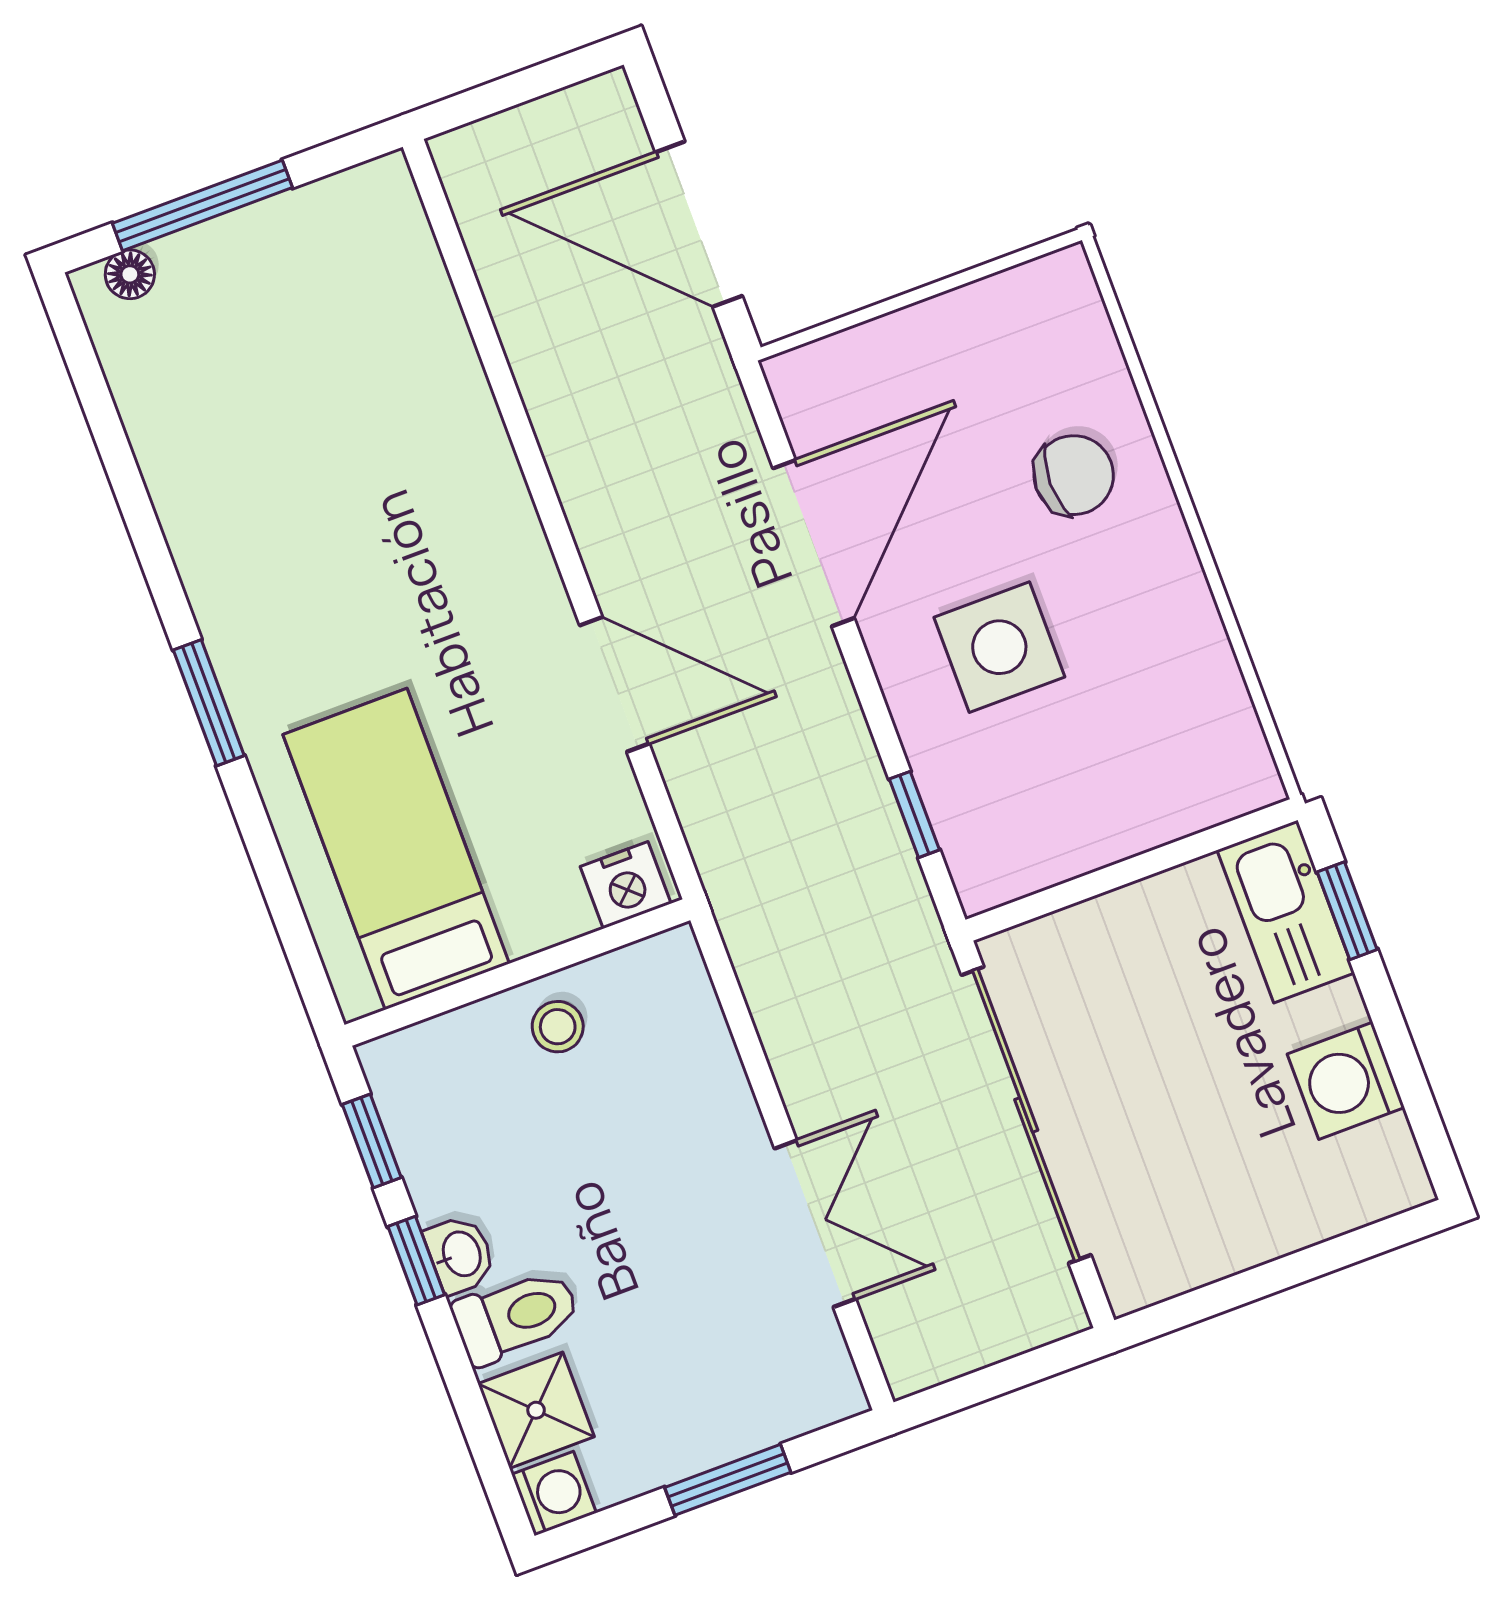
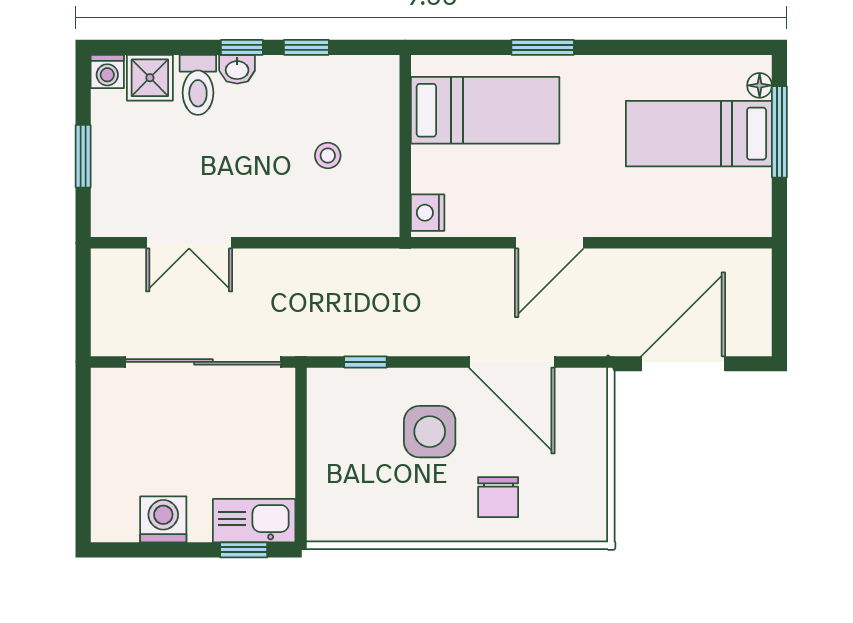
bed: (261, 354) -> (699, 134), added
door: (615, 684) -> (549, 243), moved
bed: (396, 849) -> (485, 110), moved
nightstand: (626, 885) -> (428, 213), moved
wall: (517, 973) -> (405, 146), moved

